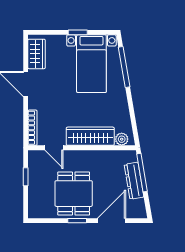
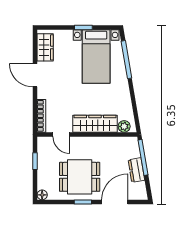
dresser: (134, 181) -> (136, 170), width x0.70
dining table: (74, 194) -> (80, 177), turned 90
floor lamp: (33, 213) -> (42, 195), added

